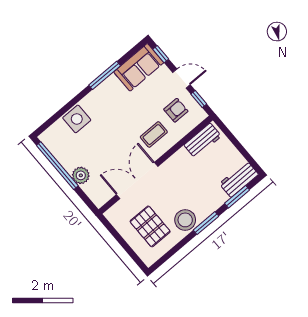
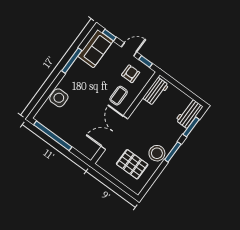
plant: (81, 175) -> (72, 139), removed

